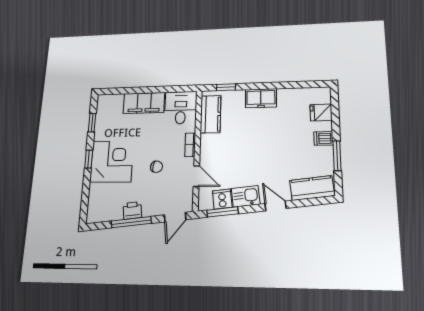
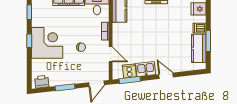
kitchen counter: (312, 188) -> (199, 48), moved, turned -84
printer: (132, 210) -> (42, 82), moved
window: (131, 222) -> (65, 87), width x0.69

